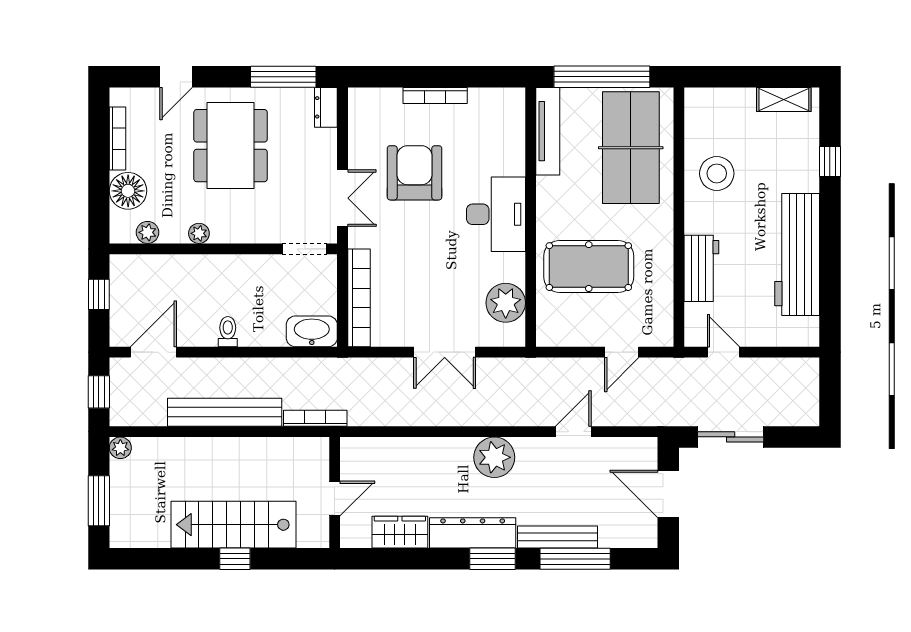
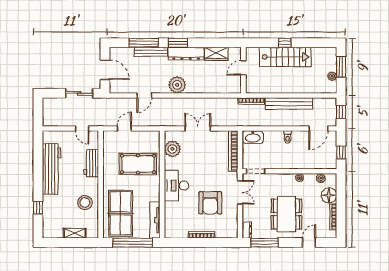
shelving: (784, 100) -> (75, 233), moved
double door: (343, 198) -> (240, 192), swing flipped
plant: (120, 448) -> (332, 76), moved

